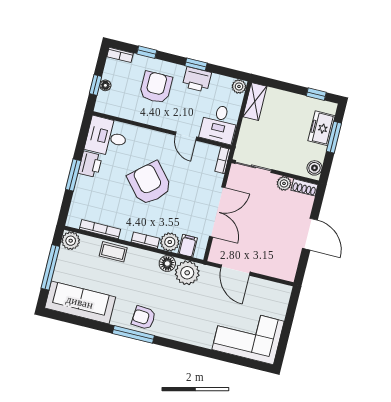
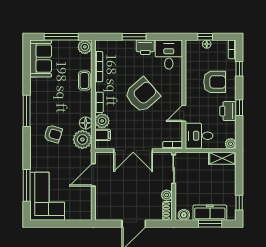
freezer: (321, 128) -> (210, 213), width x1.40
sofa: (80, 302) -> (41, 59), width x0.73
armchair: (144, 318) -> (53, 134), moved, turned 103
window: (228, 358) -> (27, 185), added

